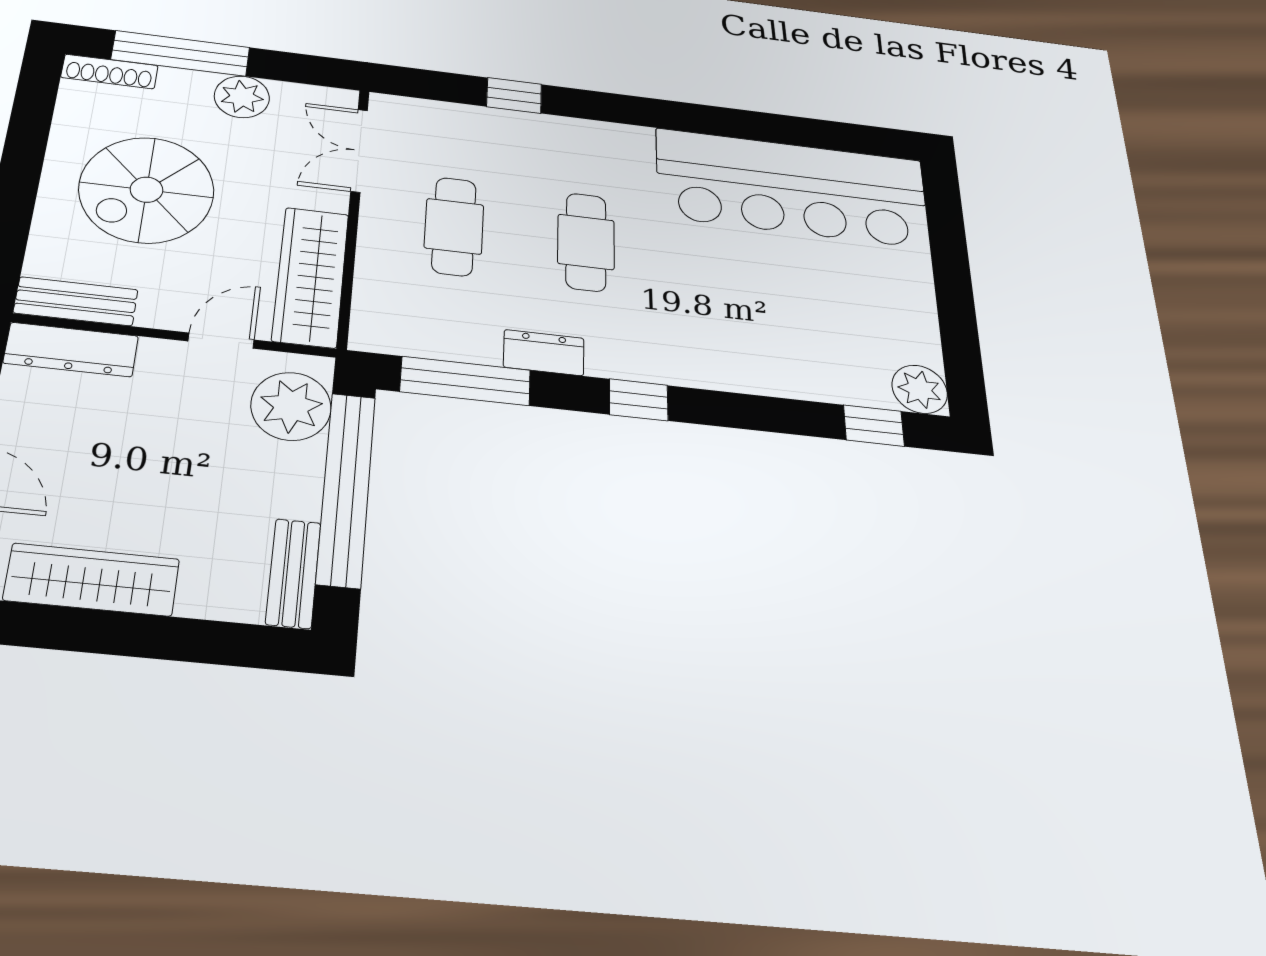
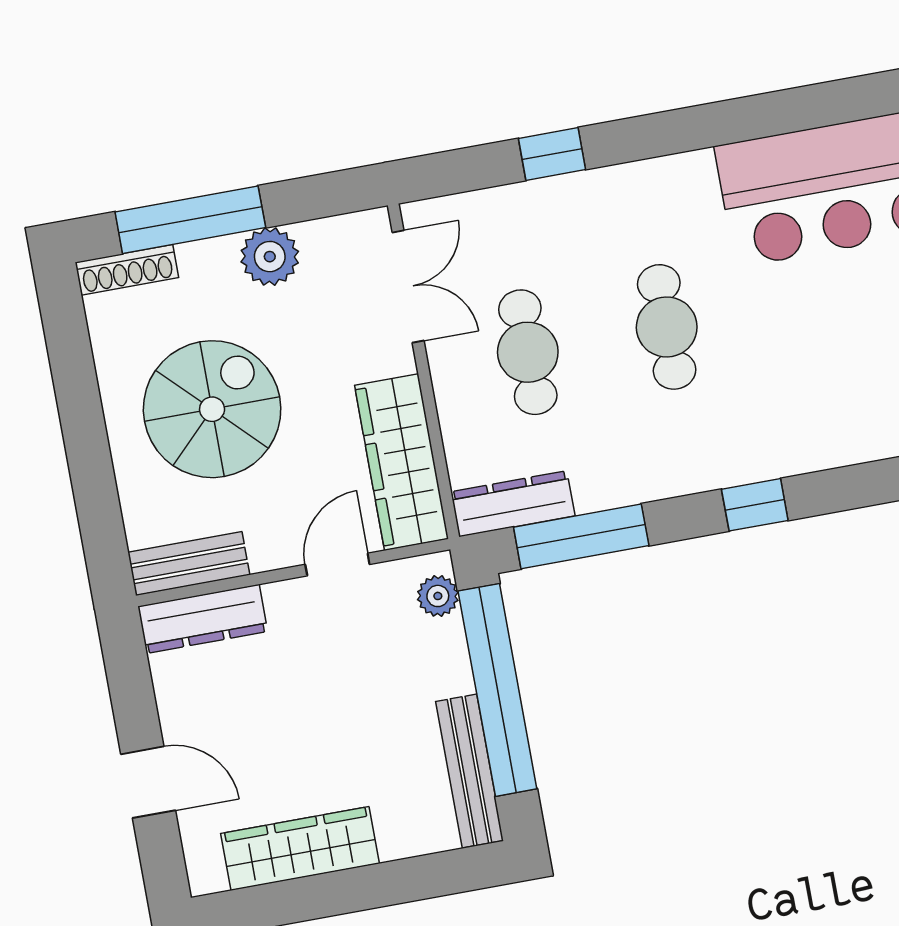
double door: (359, 151) -> (408, 287), swing flipped
spiral stairs: (147, 190) -> (212, 409), turned 180
dresser: (544, 353) -> (513, 504), moved, width x1.44
plant: (291, 406) -> (438, 596), width x0.53, depth x0.53
bench: (293, 573) -> (469, 771), width x1.36

